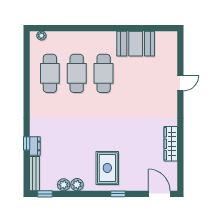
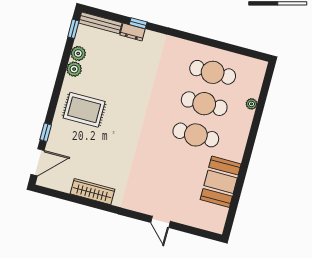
plant: (41, 36) -> (251, 104), moved
window: (118, 194) -> (46, 132), moved

